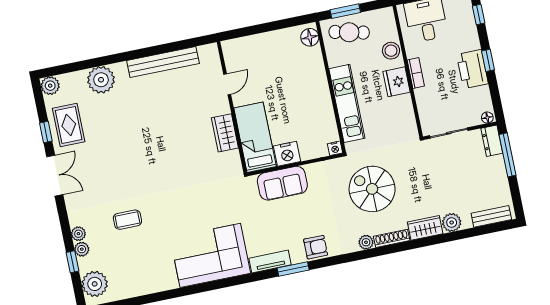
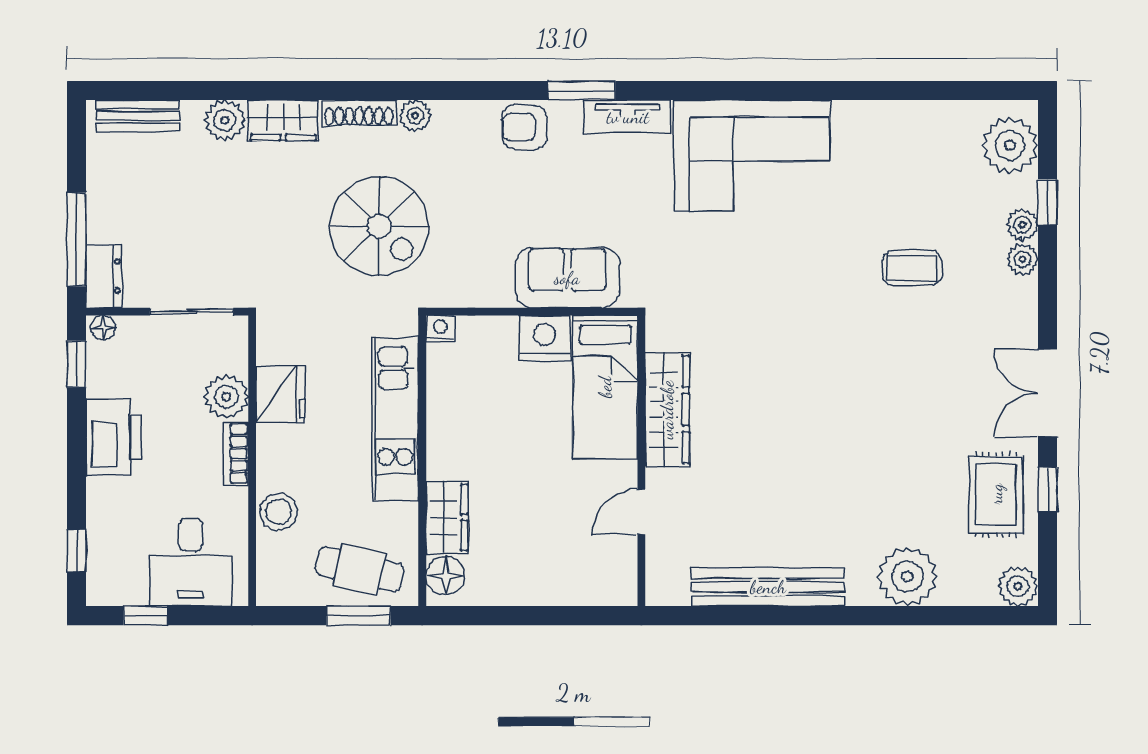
window: (488, 60) -> (77, 364), moved
wardrobe: (314, 64) -> (447, 517), added
fridge: (397, 82) -> (280, 394), moved
plant: (425, 98) -> (226, 397), added
wardrobe: (225, 133) -> (667, 410), width x1.50

